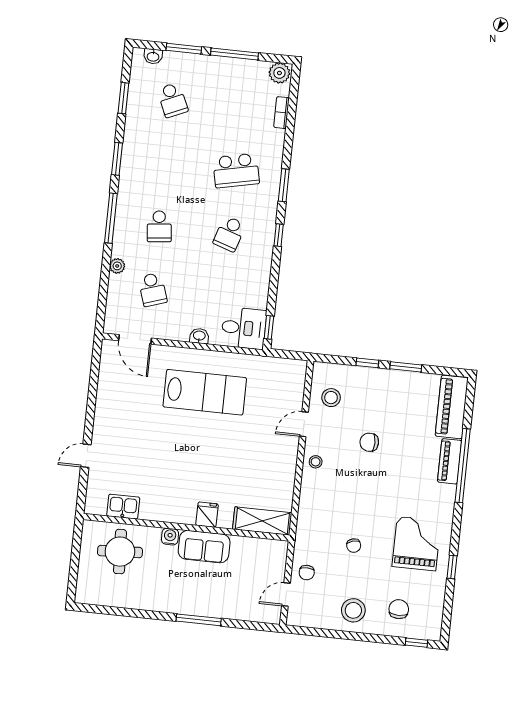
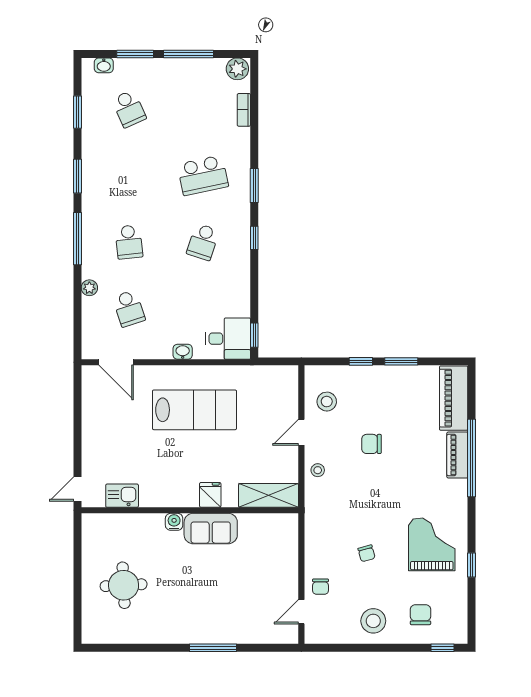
kitchen sink: (123, 507) -> (122, 496), moved
fridge: (207, 515) -> (210, 495), moved
shelving: (262, 521) -> (269, 495), moved
wall: (186, 527) -> (190, 510), moved
water cooler: (170, 537) -> (174, 522), moved
sofa: (204, 547) -> (211, 529), moved

